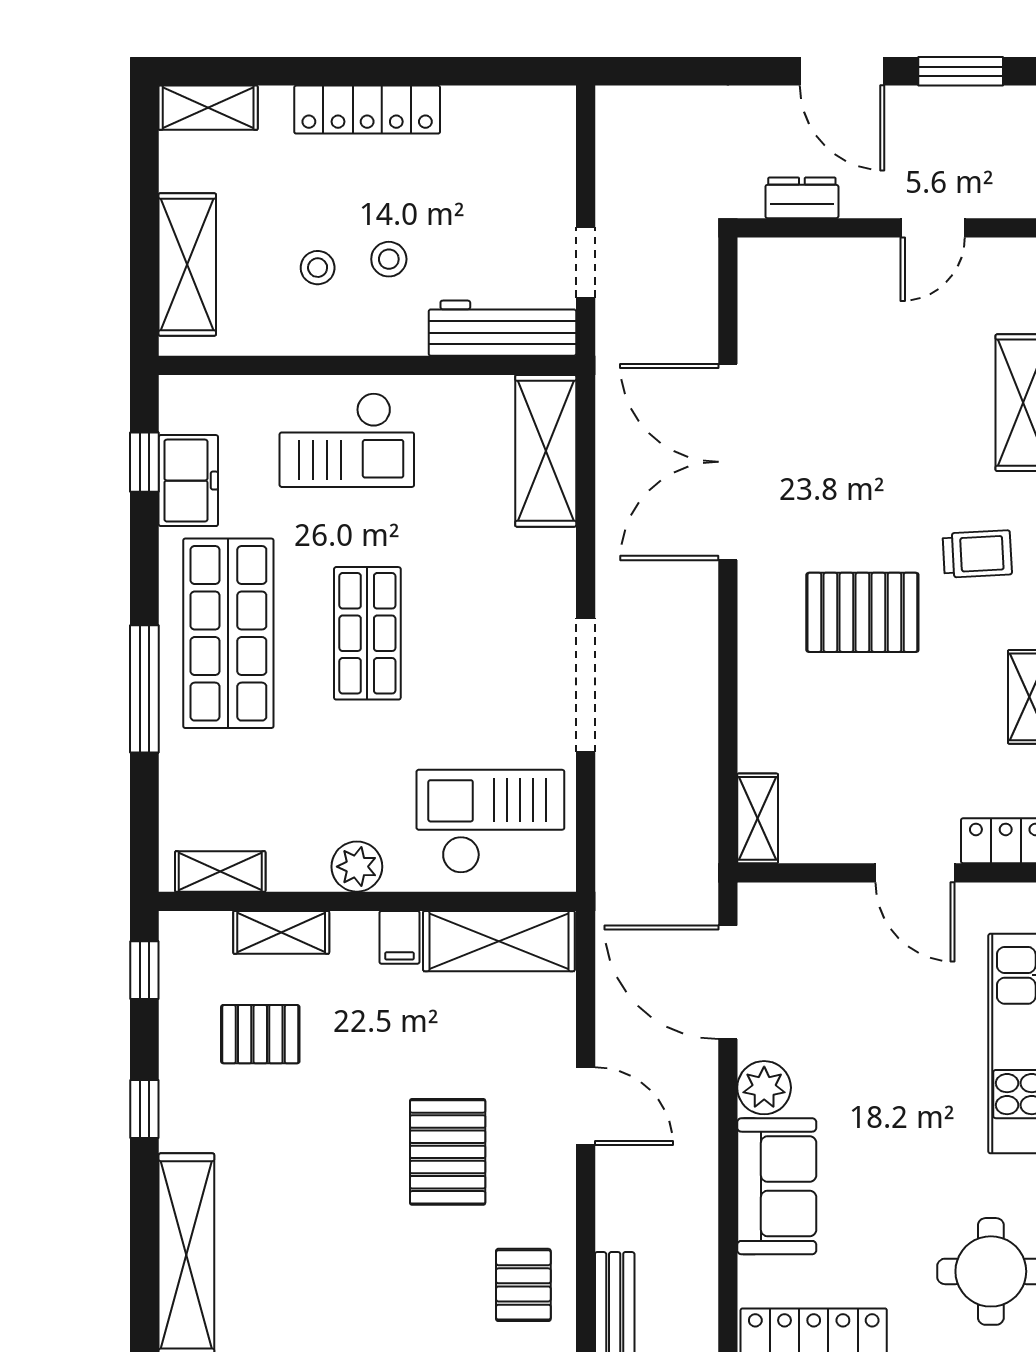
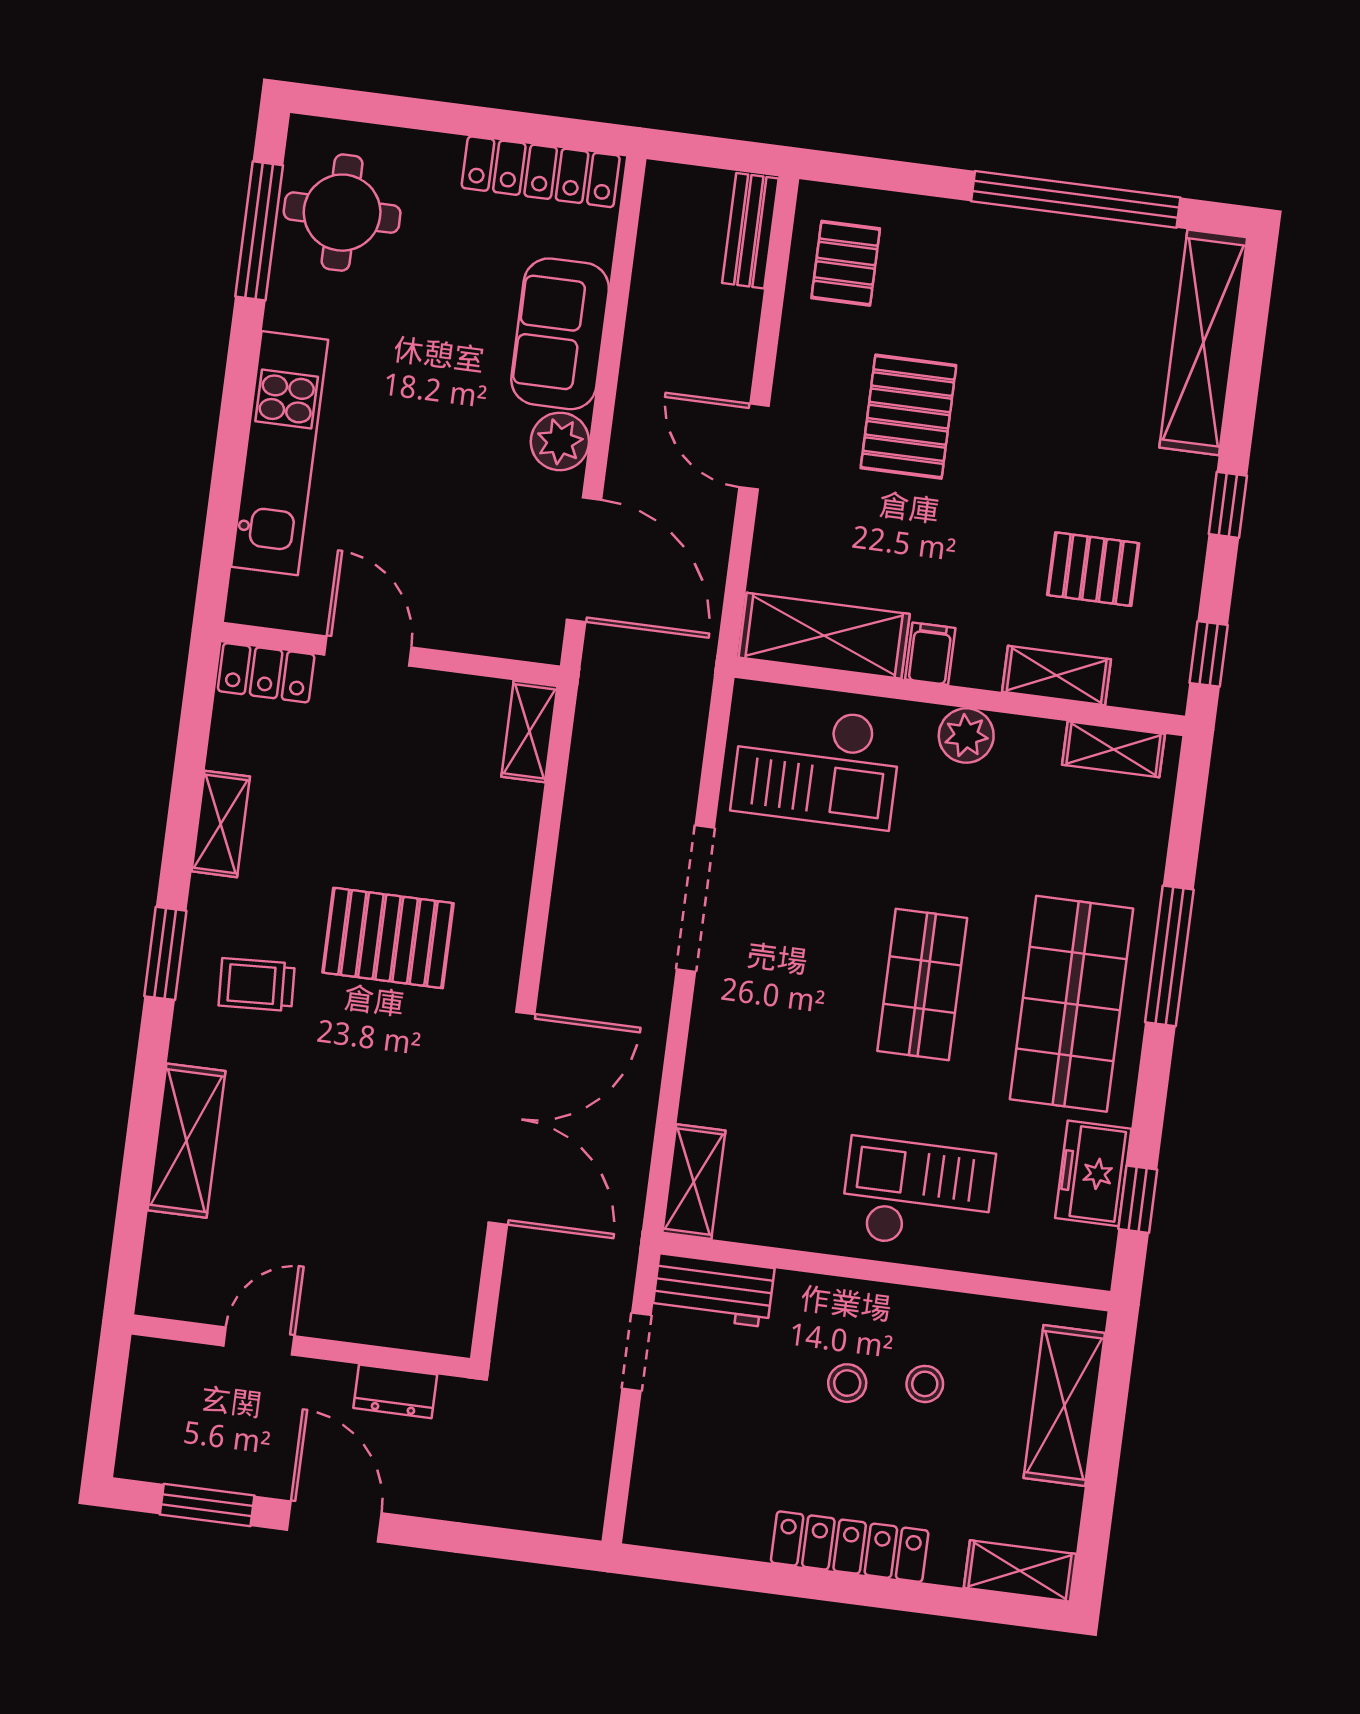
workbench: (502, 328) -> (713, 1290), width x0.73
shelving: (546, 451) -> (694, 1182), width x0.67, depth x0.75

